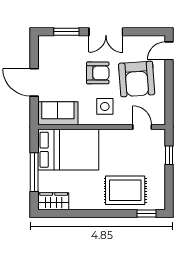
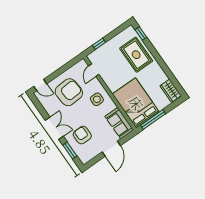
armchair: (98, 73) -> (82, 135), moved
window: (34, 172) -> (153, 120), moved

